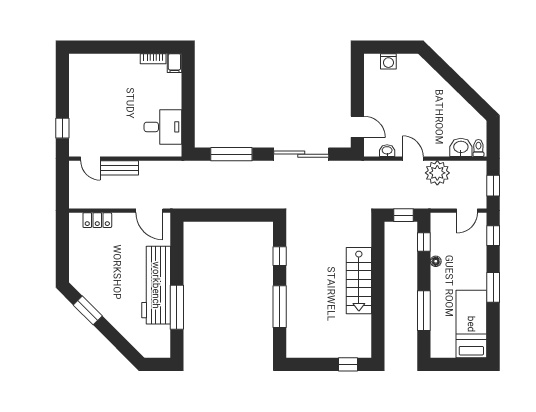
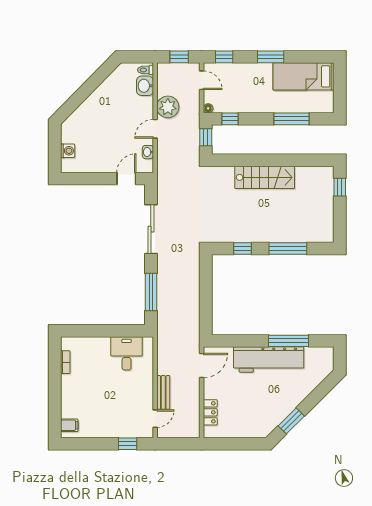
filing cabinet: (174, 63) -> (69, 425), moved
floor lamp: (436, 261) -> (208, 108), moved

